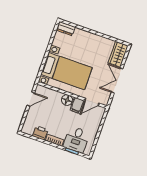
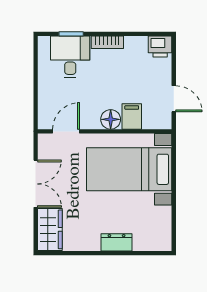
dresser: (66, 29) -> (117, 242), moved
door: (31, 99) -> (174, 99), swing flipped
filing cabinet: (77, 105) -> (132, 116), moved
printer: (40, 133) -> (160, 46), moved

